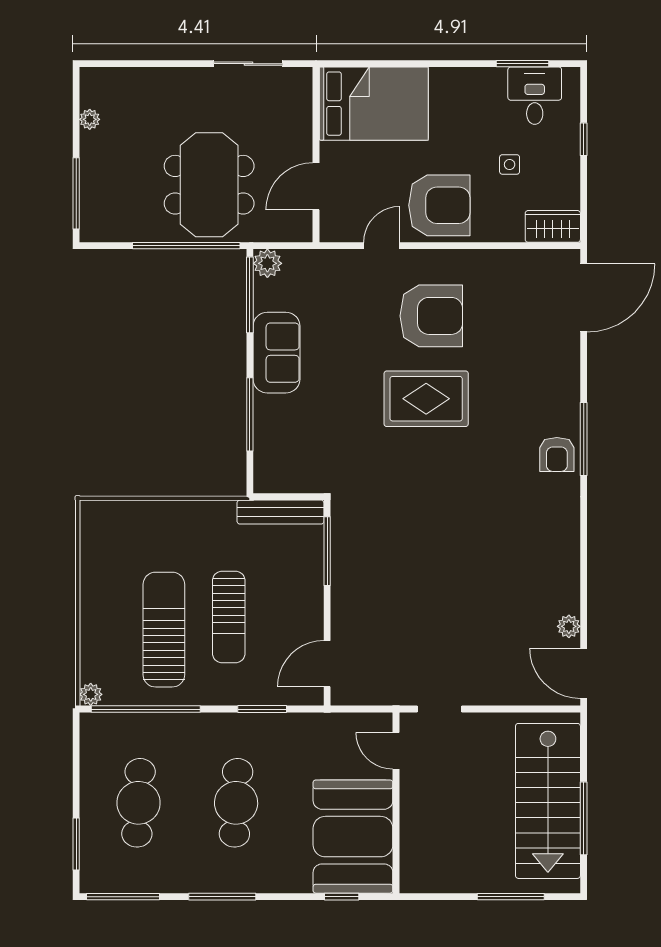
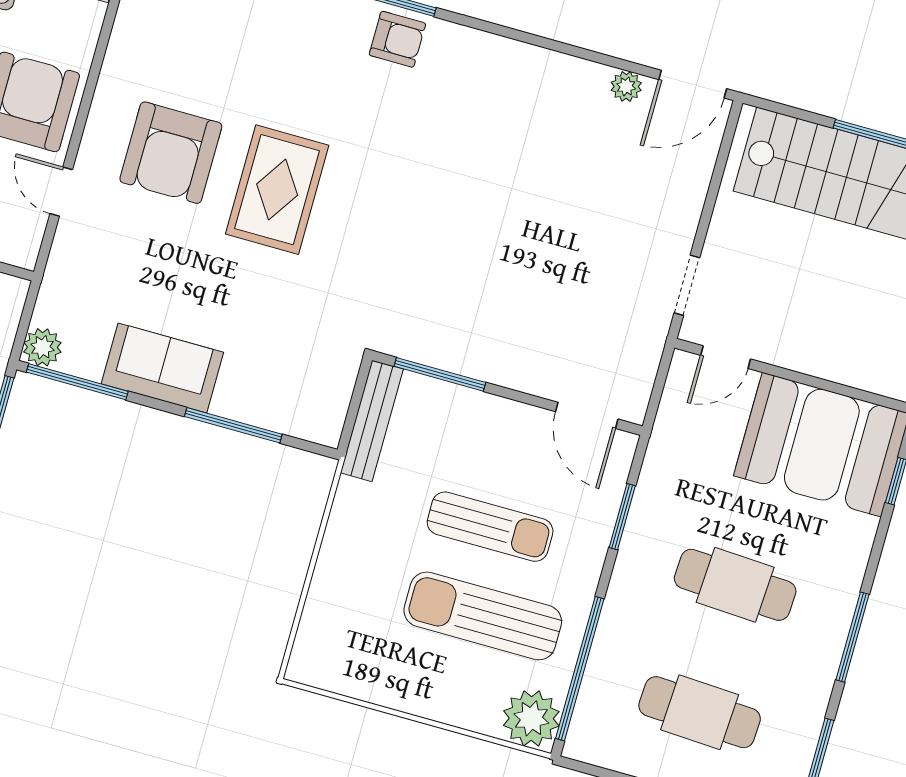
armchair: (431, 316) -> (171, 153), turned 180
plant: (91, 694) -> (531, 718), width x1.88, depth x1.88

